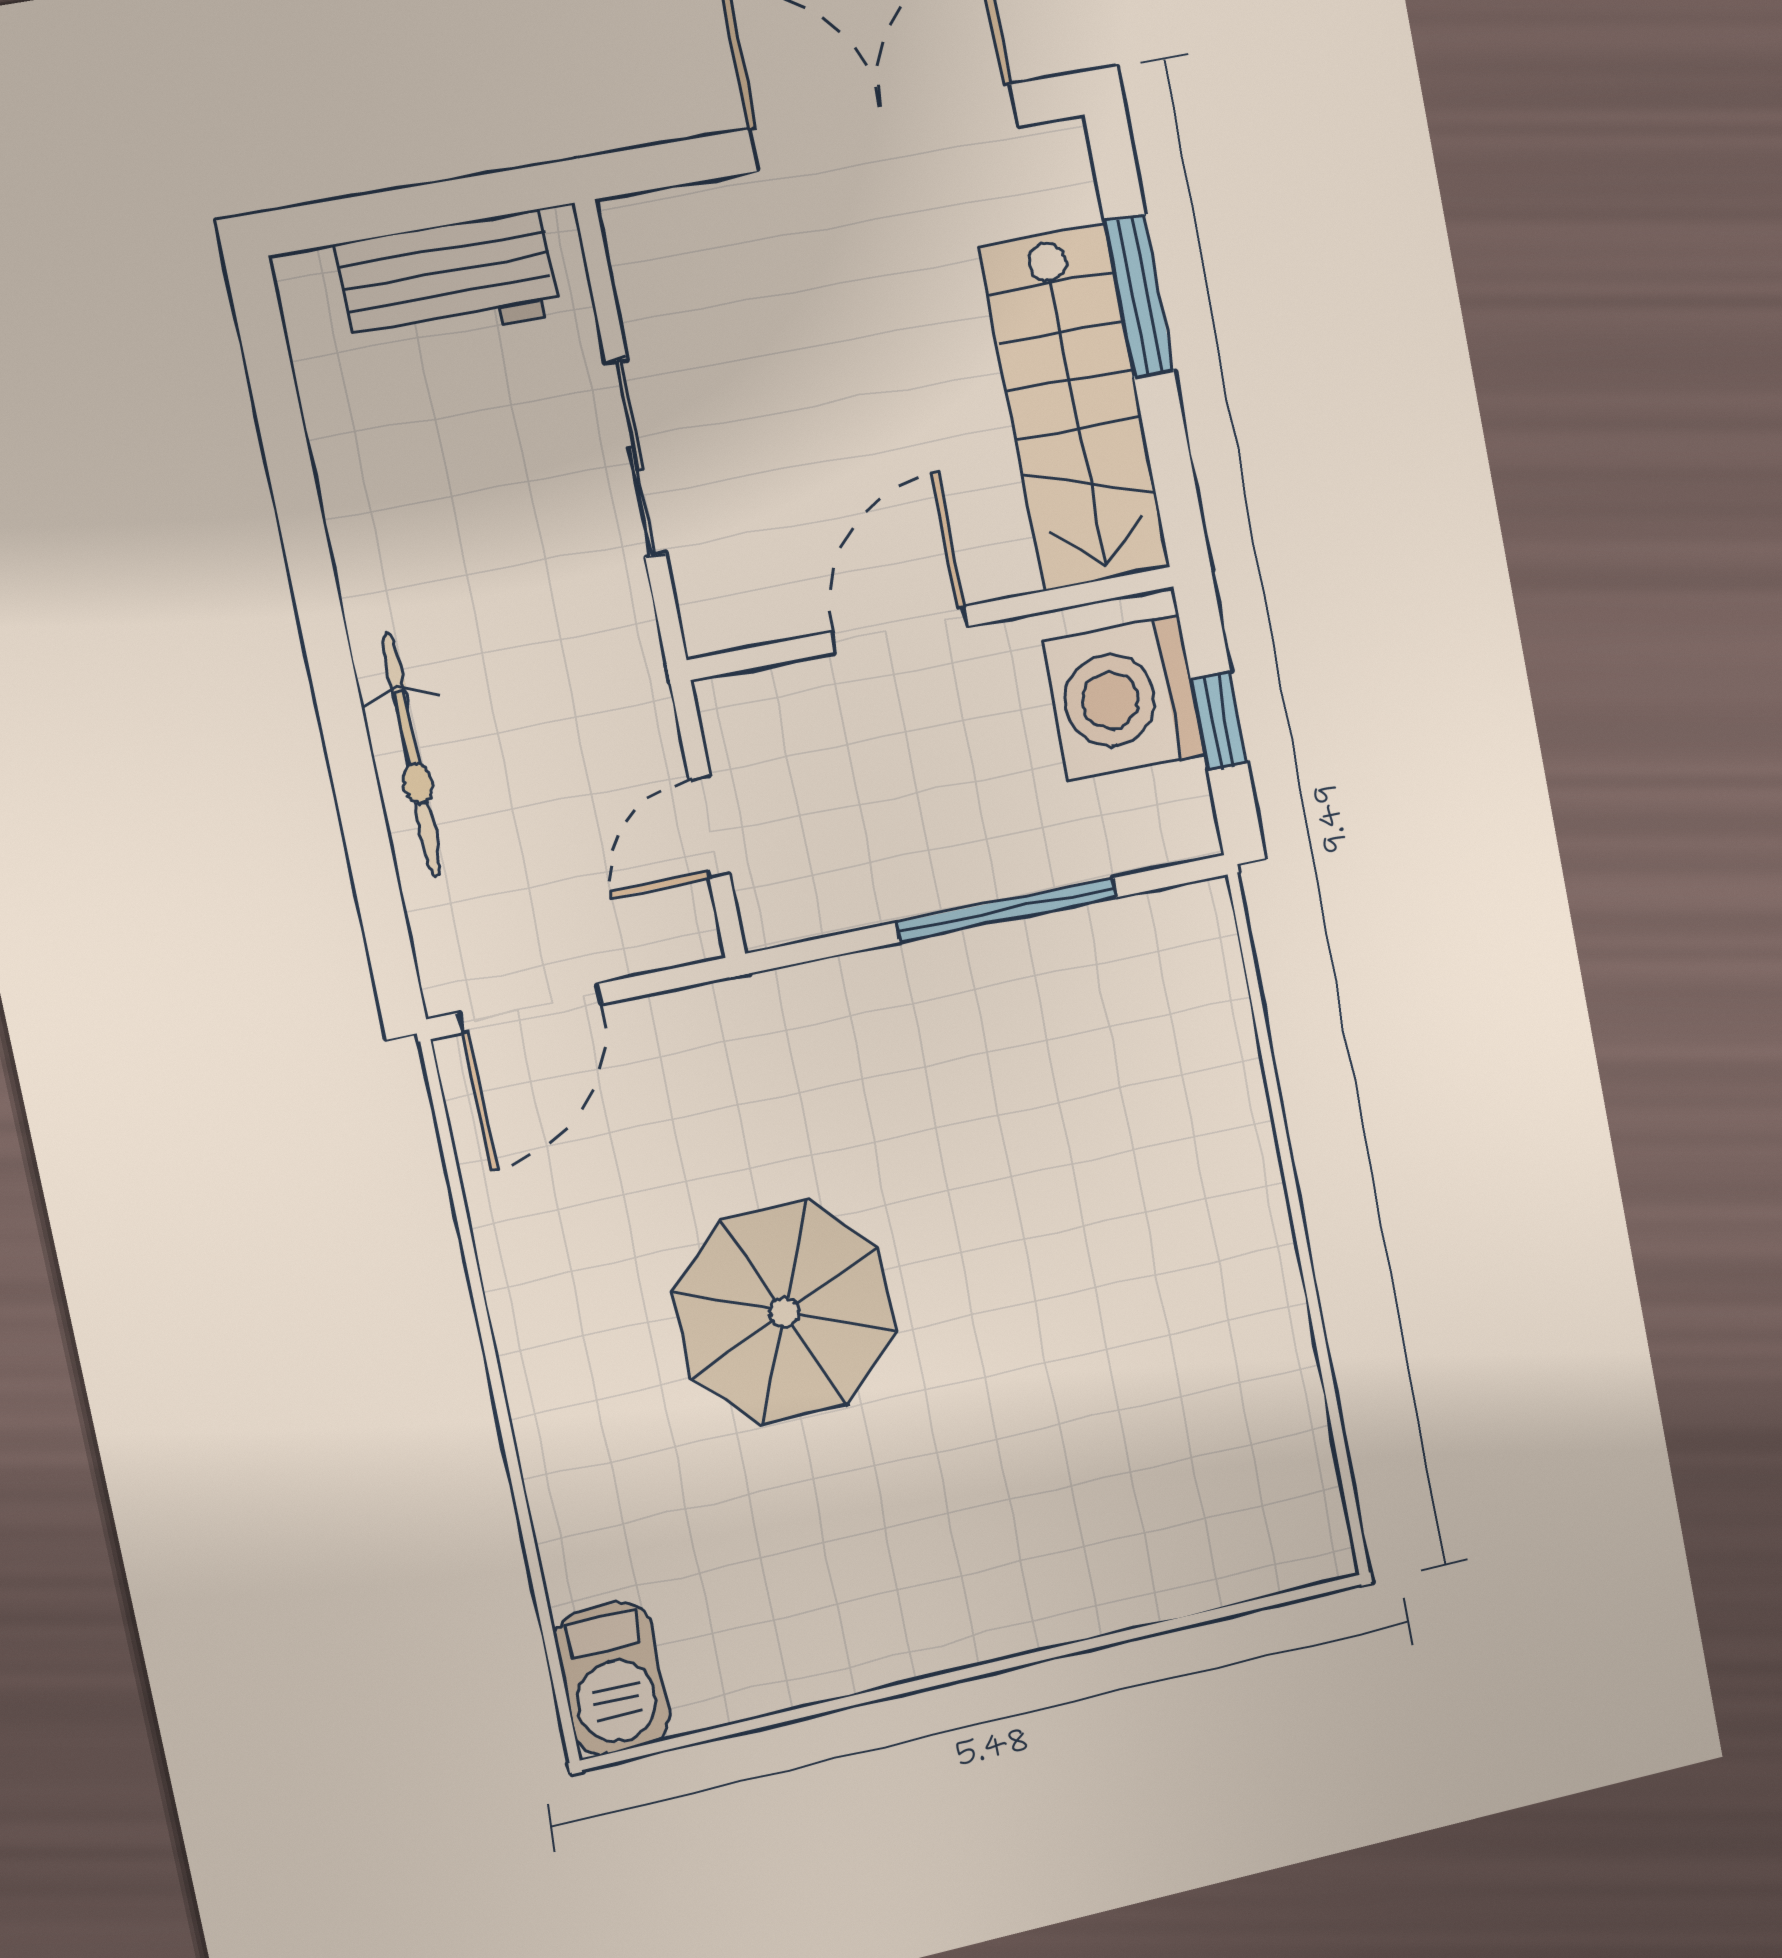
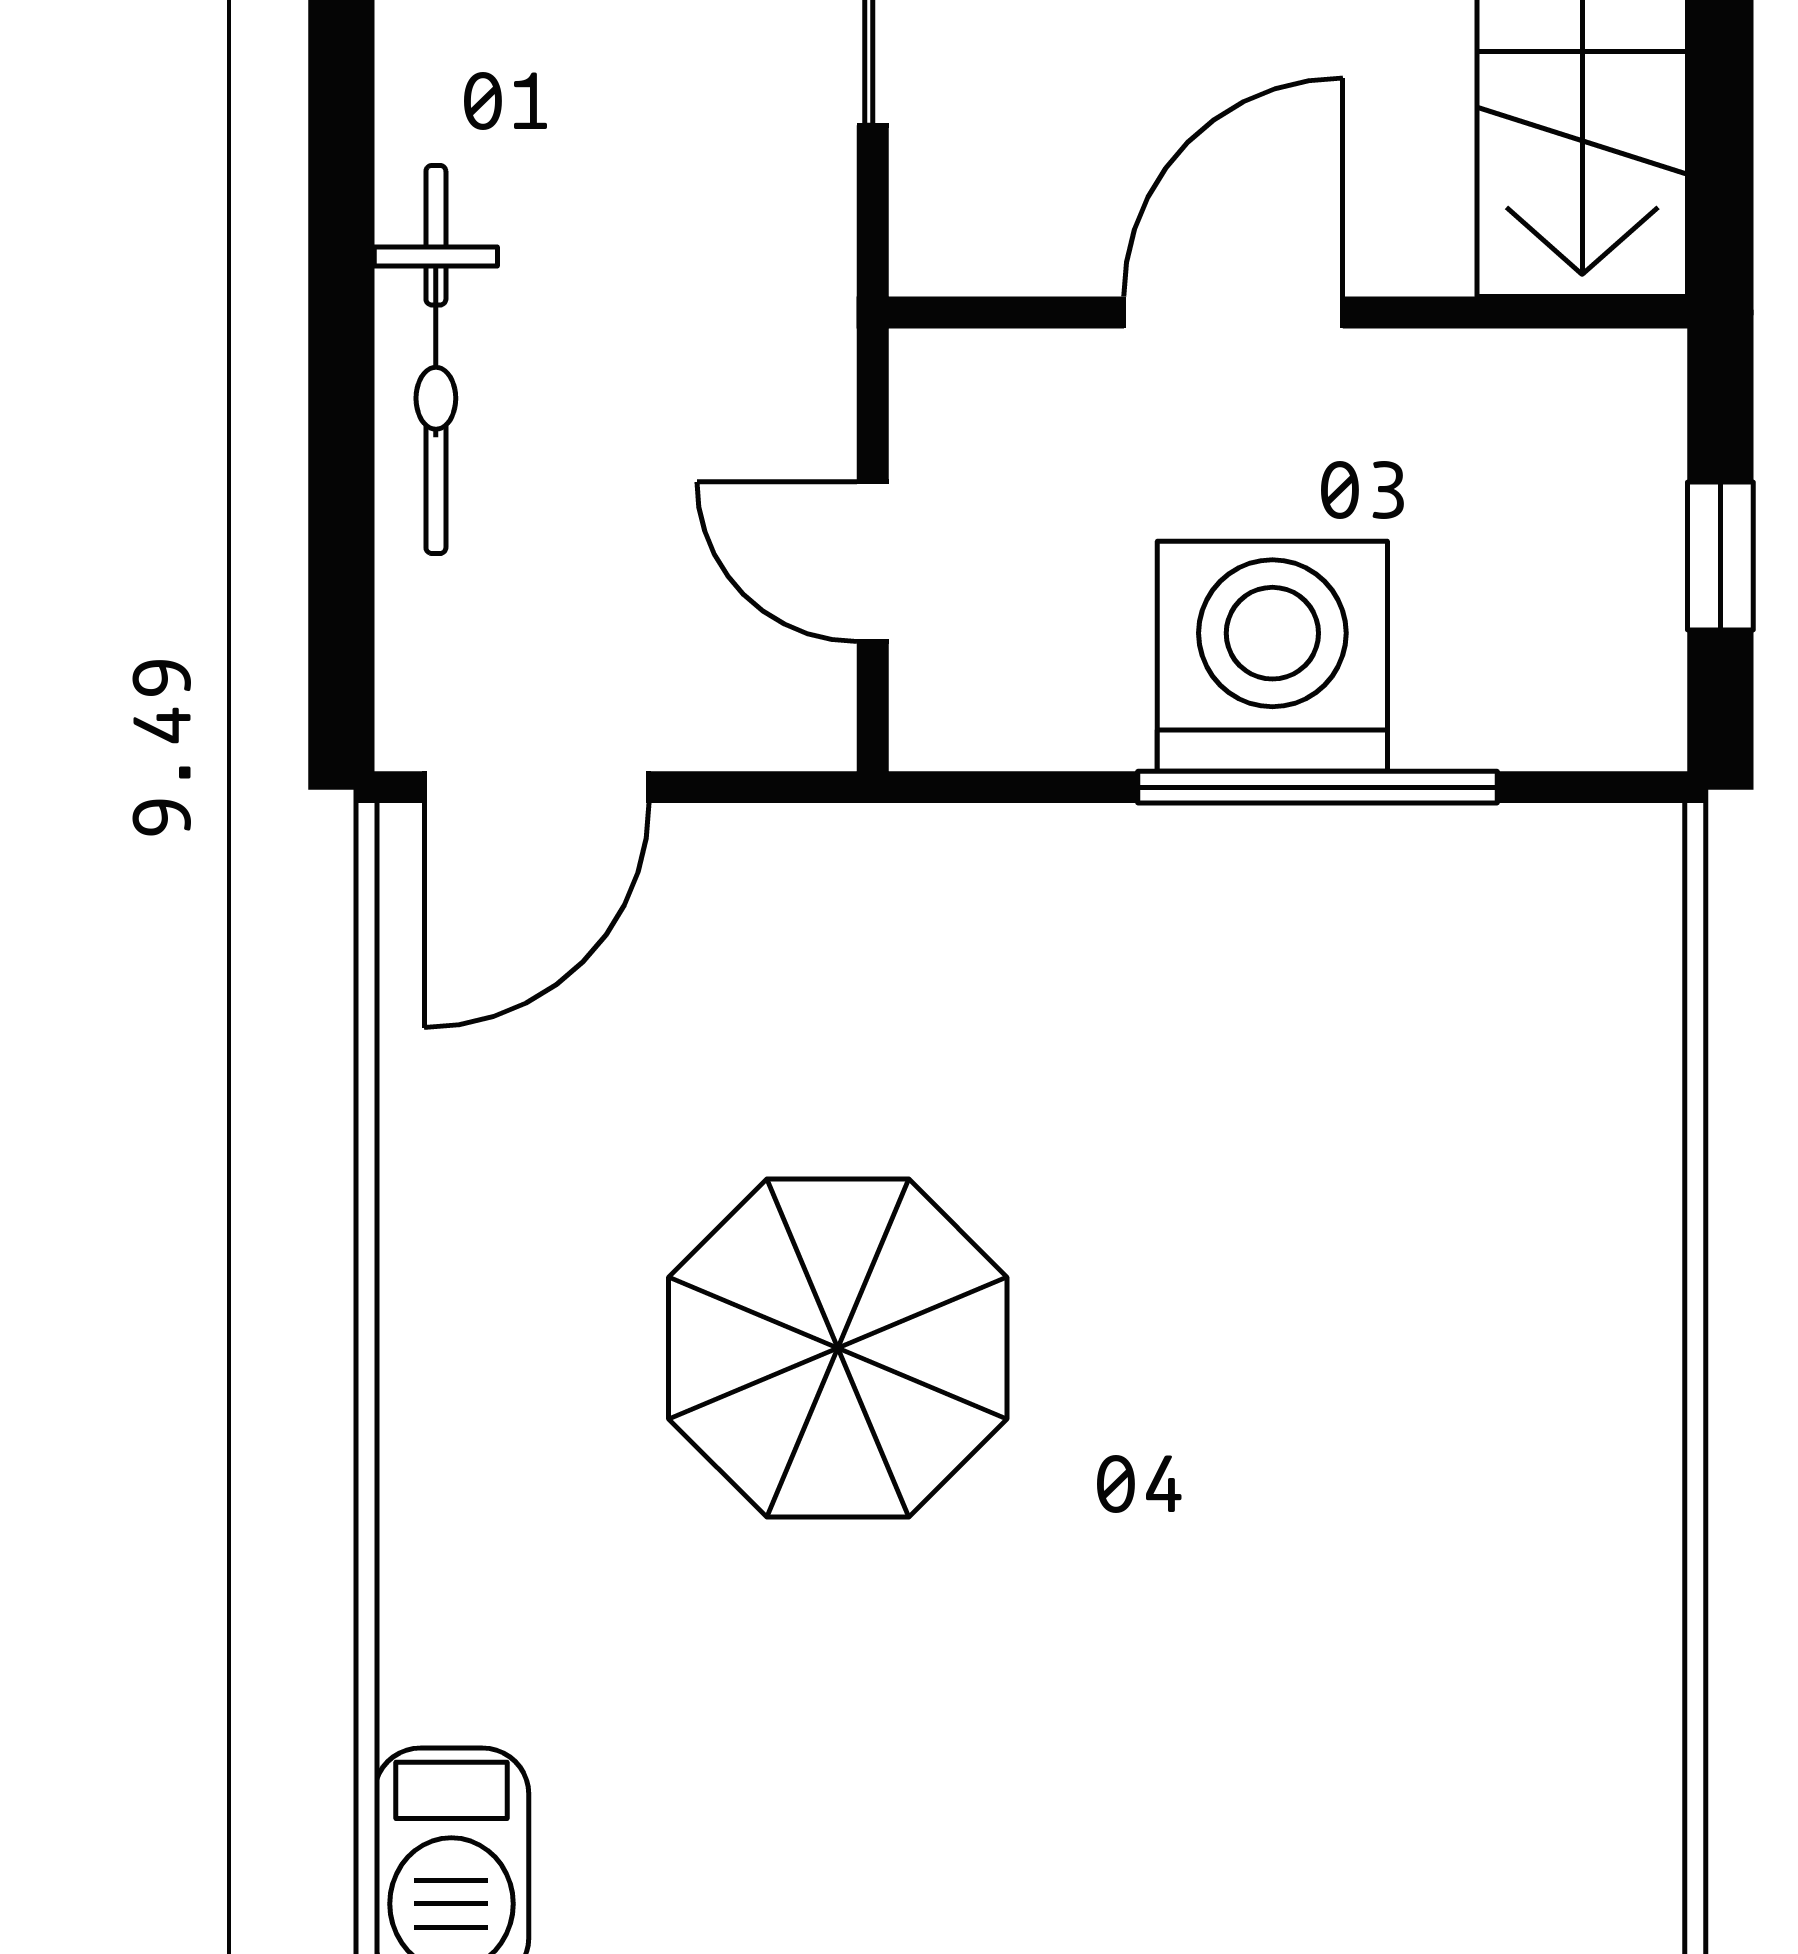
washing machine: (1124, 698) -> (1272, 656), moved, turned 90
door: (710, 827) -> (873, 562), hinge flipped

